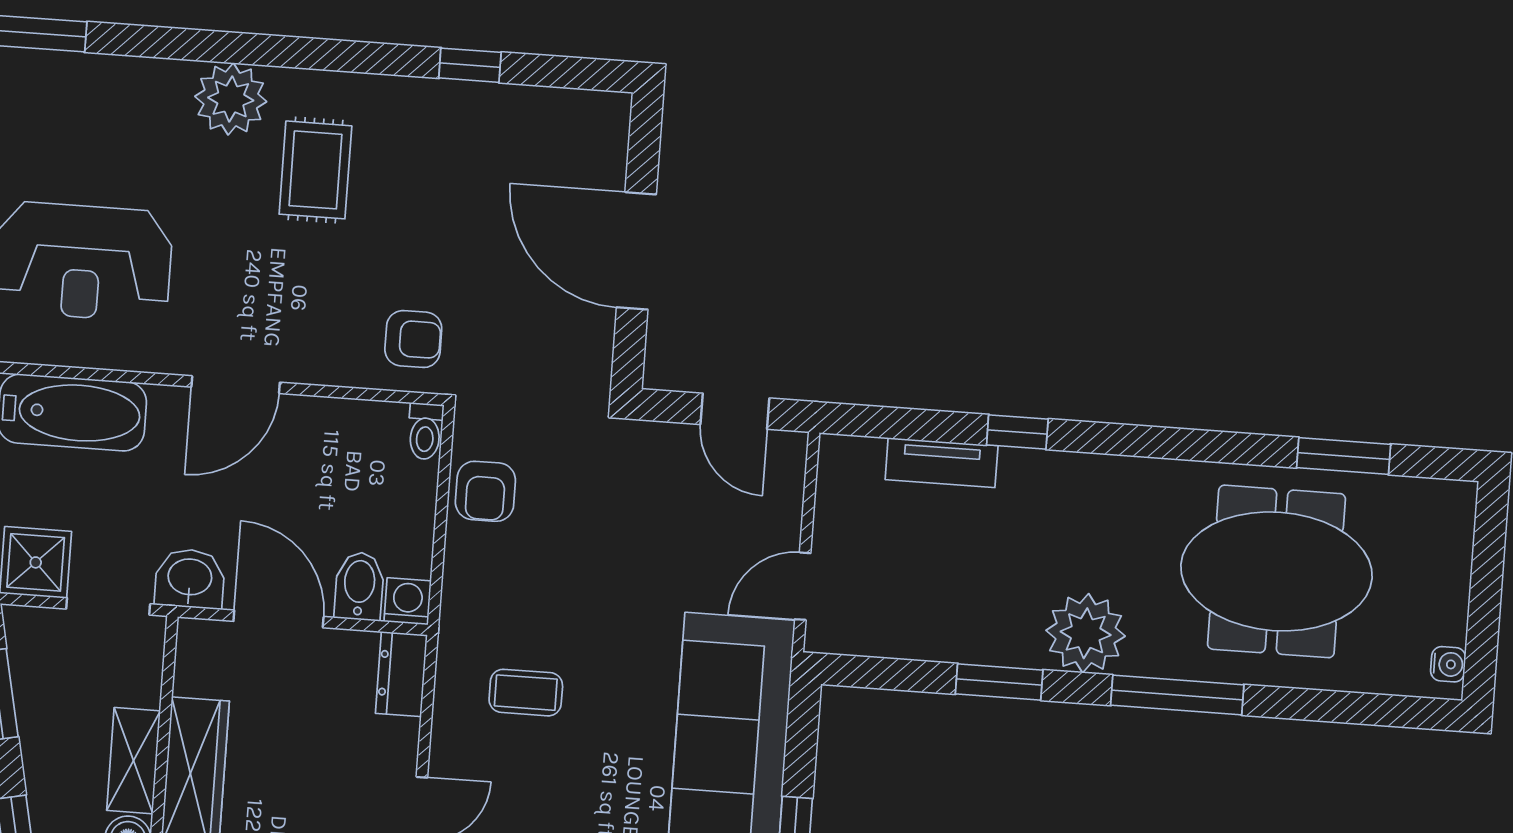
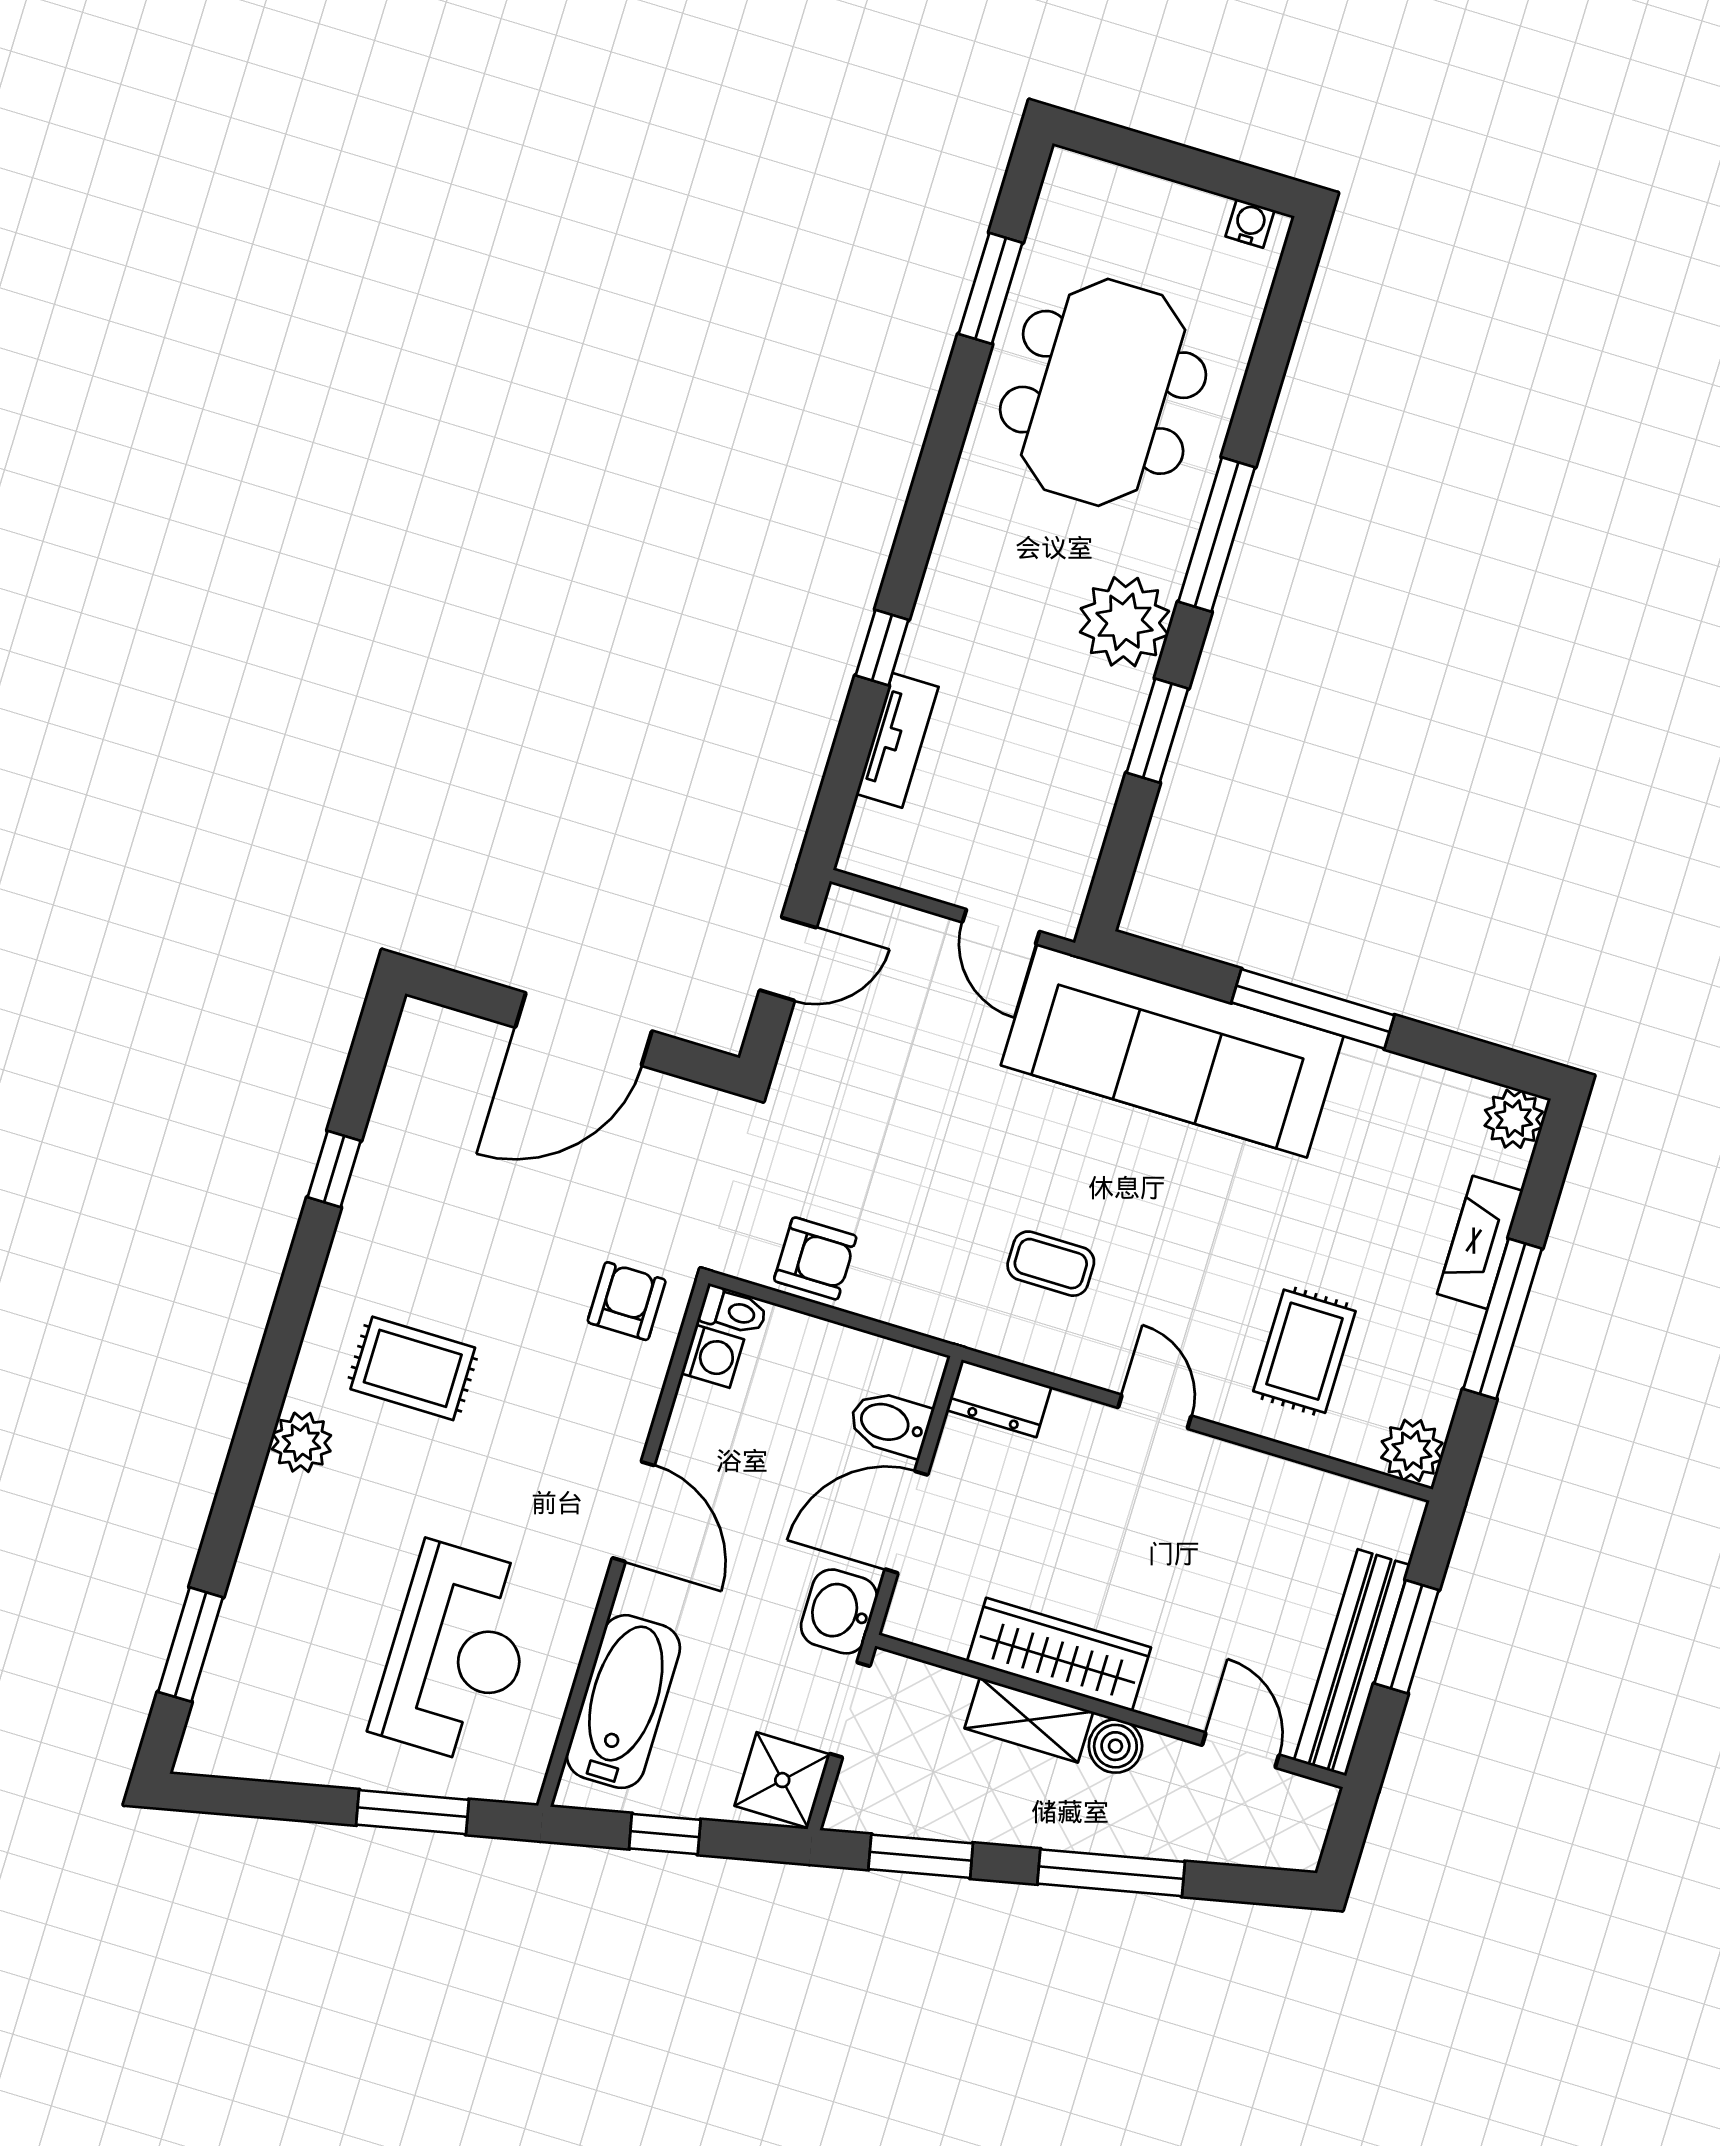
plant: (231, 99) -> (301, 1442), width x0.73, depth x0.73
washing machine: (408, 601) -> (713, 1356), moved, turned 180
coffee table: (526, 693) -> (1051, 1264), turned 90

